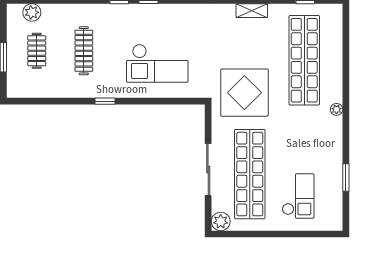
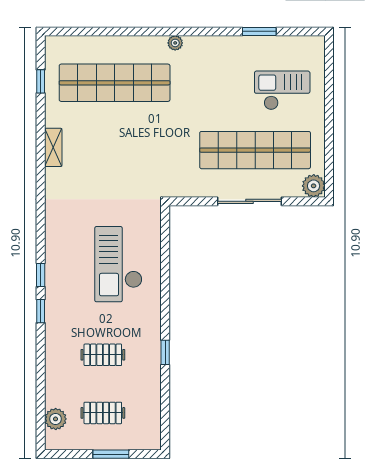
clothes rail: (84, 51) -> (103, 355), width x0.73
checkout: (157, 63) -> (118, 264), turned 180
display table: (244, 93) -> (154, 157), removed
window: (105, 101) -> (165, 352), moved

